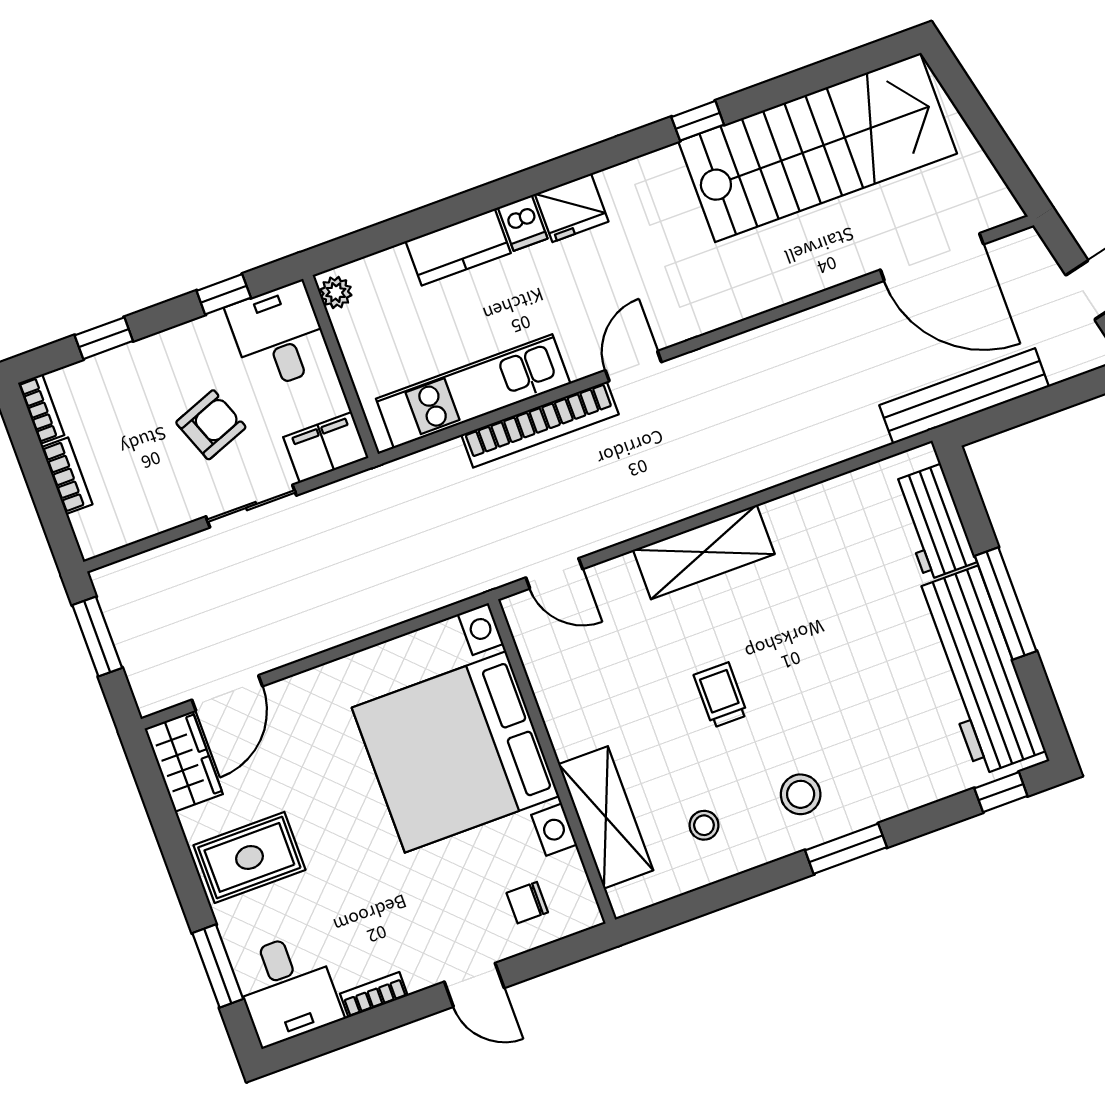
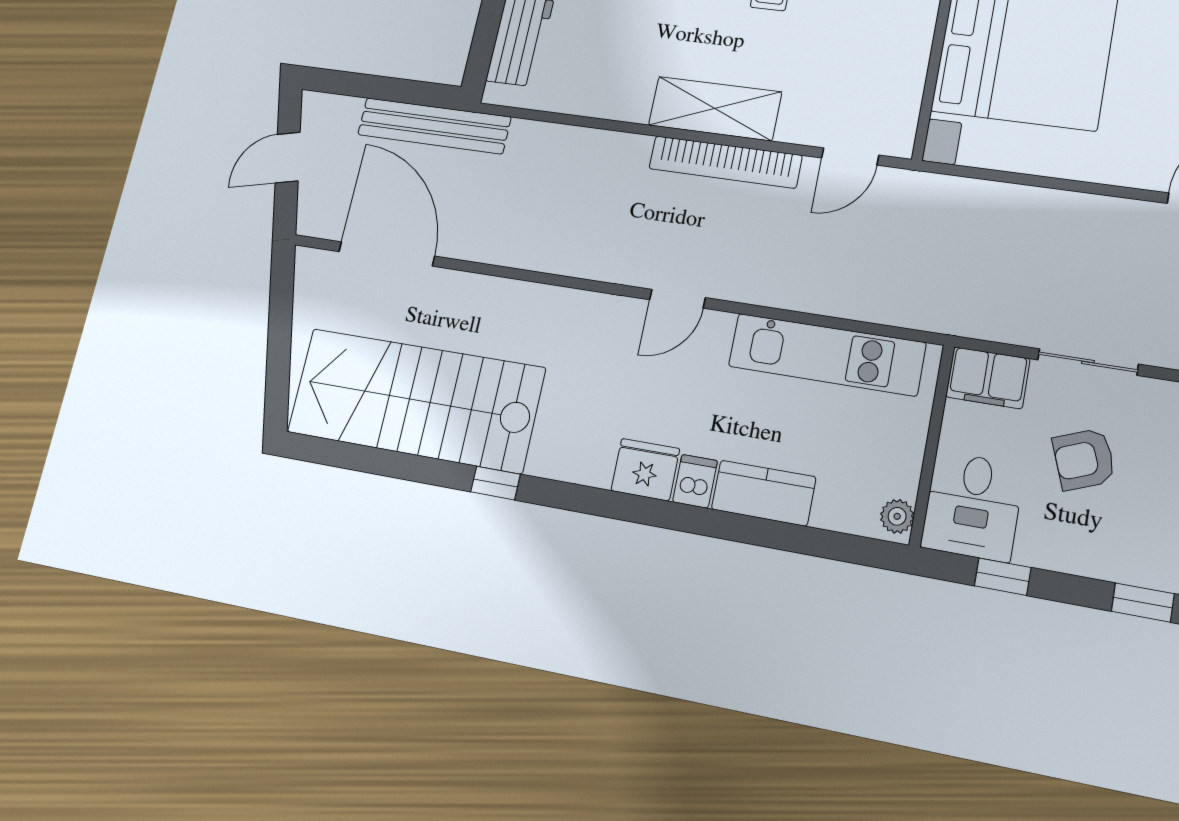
bookcase: (540, 424) -> (725, 162), moved, turned 180
door: (554, 573) -> (850, 156), swing flipped

